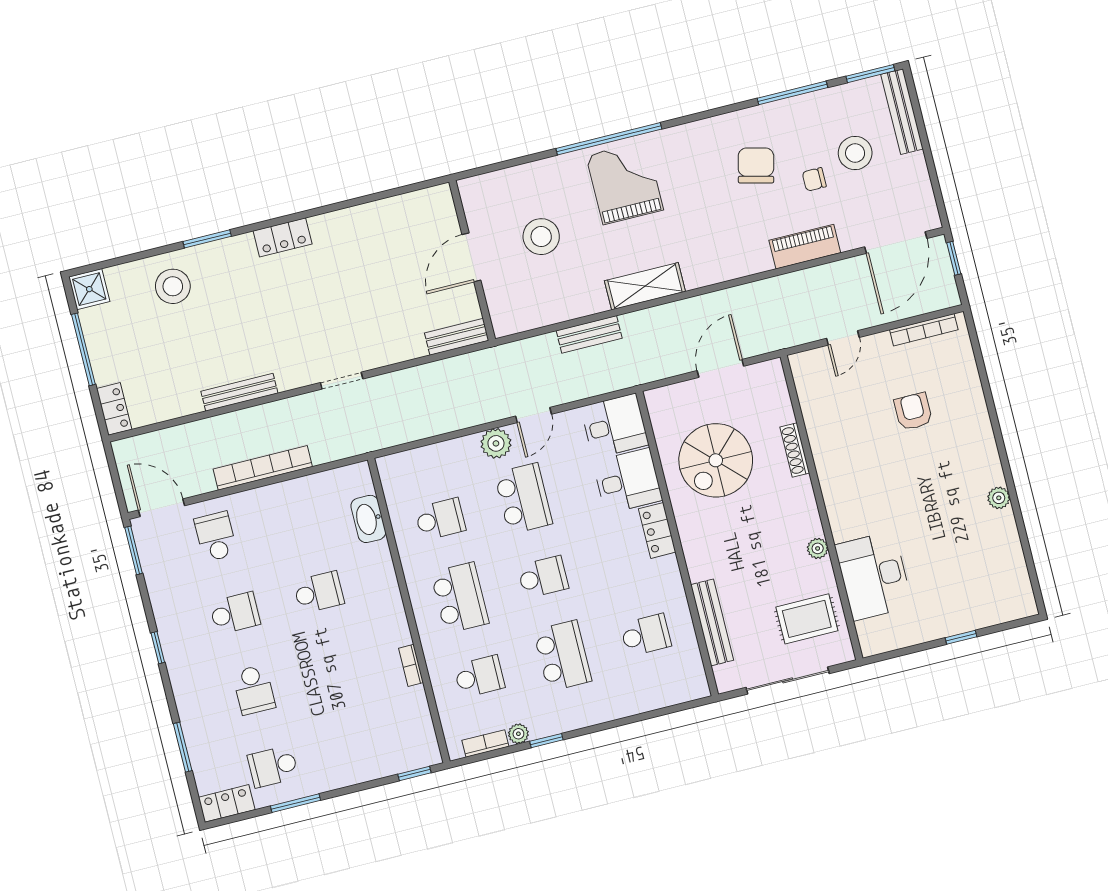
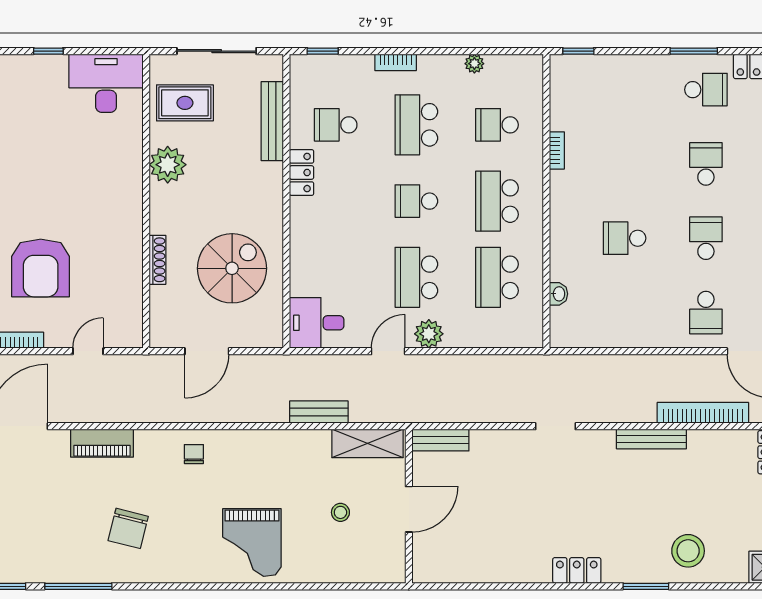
window: (609, 139) -> (256, 586), removed
stool: (855, 153) -> (35, 517), removed
chair: (814, 179) -> (194, 454), moved, turned -90
stool: (541, 237) -> (340, 512), width x0.53, depth x0.53
shelving: (645, 286) -> (367, 443), moved
armchair: (913, 411) -> (41, 268), width x1.88, depth x1.88
bookcase: (263, 468) -> (703, 413), moved, turned 180
desk: (628, 481) -> (317, 270), removed
washbasin: (368, 519) -> (558, 294), width x0.52, depth x0.69
school desk: (440, 519) -> (497, 277), width x1.85
locker: (657, 530) -> (301, 172), moved
plant: (818, 548) -> (168, 165), width x1.88, depth x1.88
desk: (874, 576) -> (106, 83), moved, turned -90
school desk: (235, 613) -> (706, 238), turned 90
window: (546, 741) -> (323, 51), moved
bookcase: (485, 743) -> (396, 62), moved

